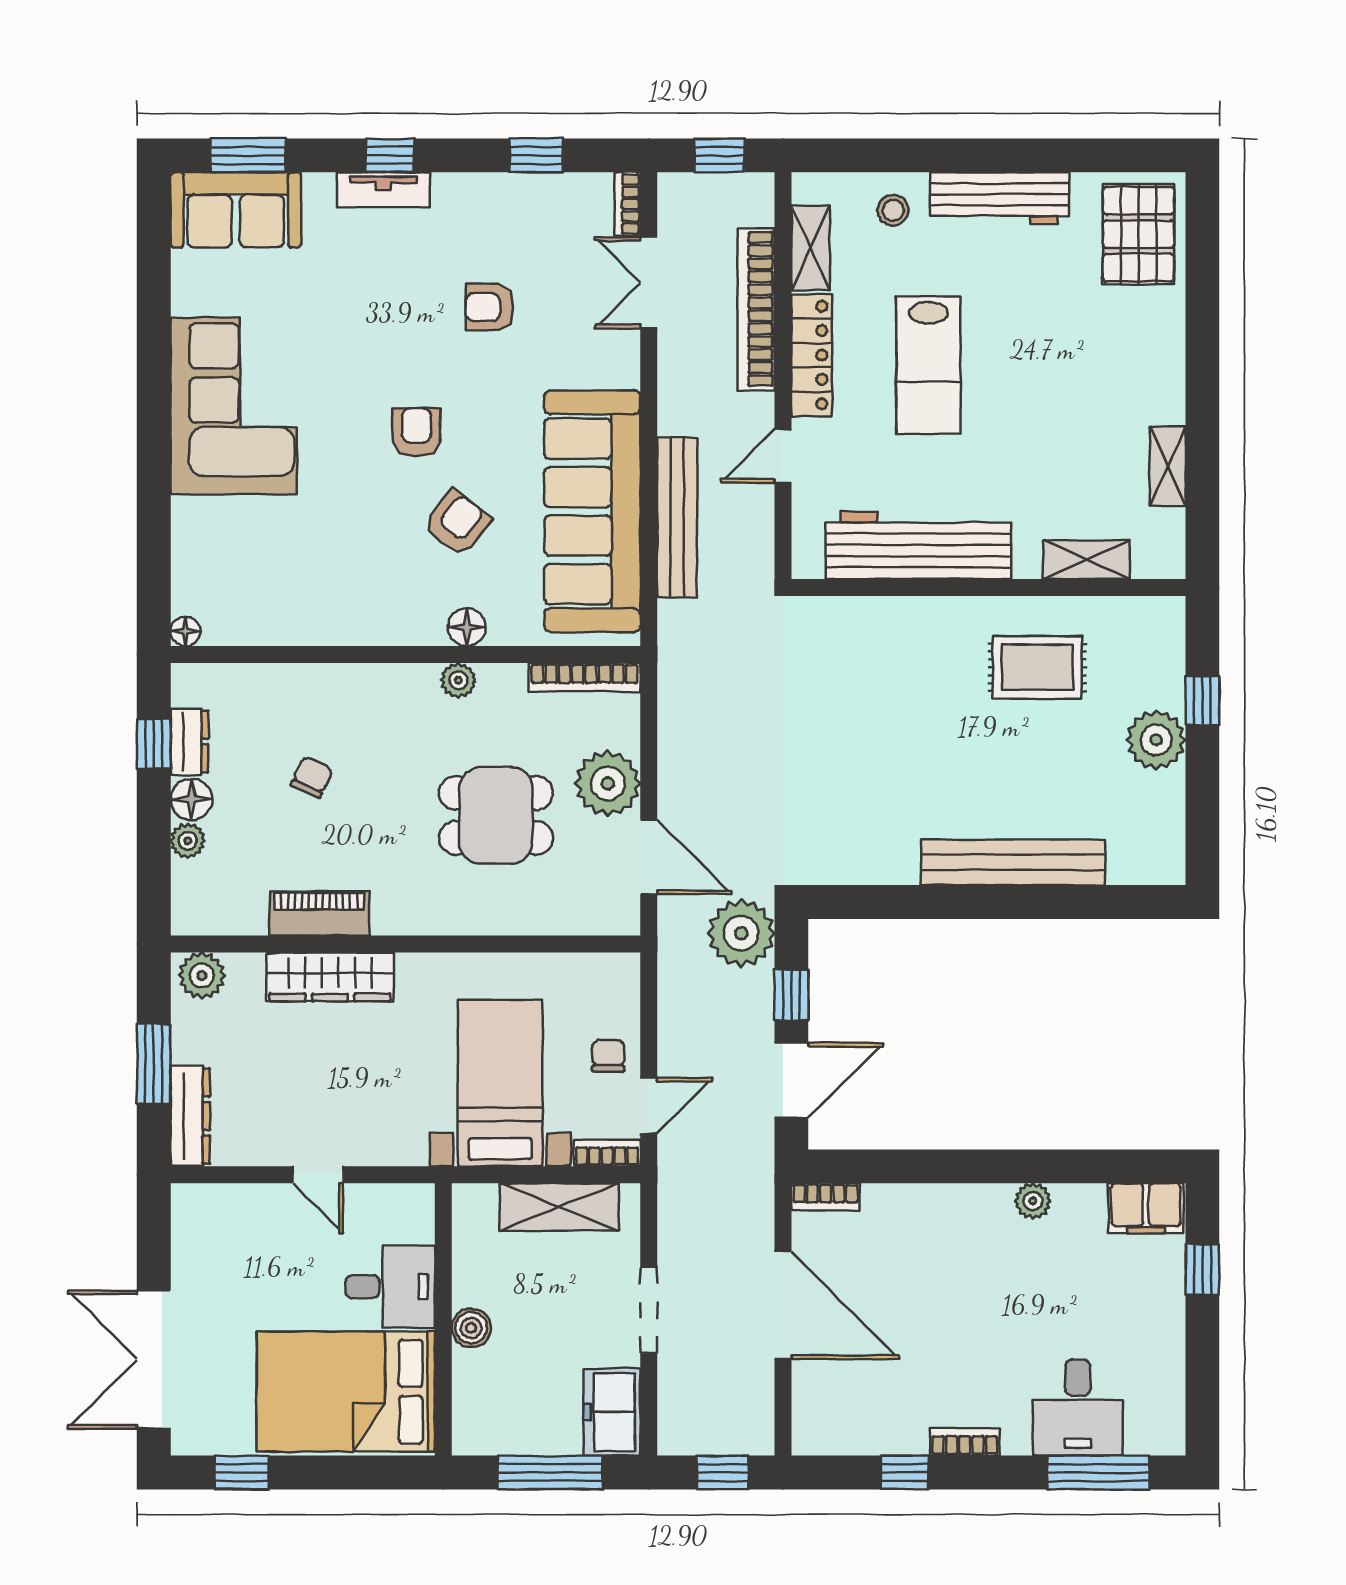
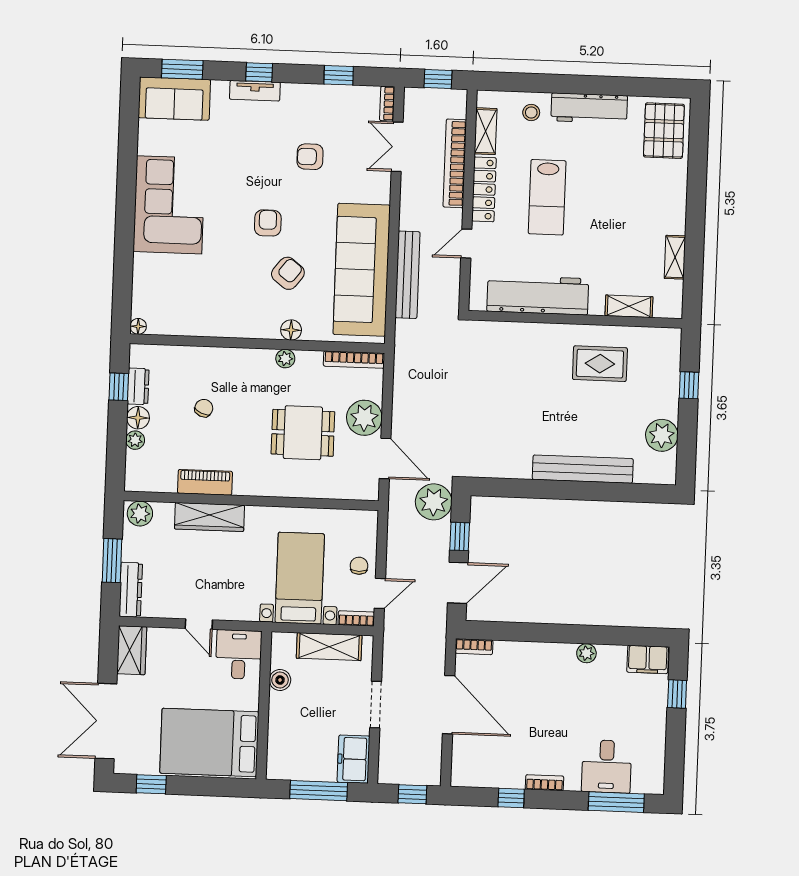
plant: (1156, 740) -> (662, 435), moved
wardrobe: (196, 1228) -> (132, 650), added
desk: (390, 1287) -> (239, 655), moved, turned -90
boiler: (471, 1328) -> (280, 680), moved

